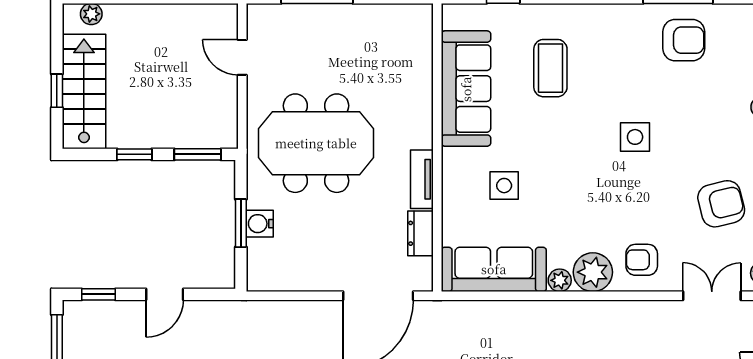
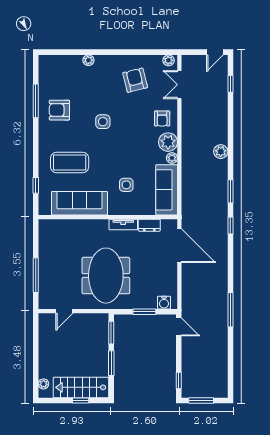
armchair: (684, 40) -> (59, 110), moved, turned -90
coffee table: (550, 68) -> (70, 162), width x1.36, depth x1.32
window: (134, 154) -> (111, 363), width x1.50
water cooler: (260, 224) -> (164, 303), moved
door: (165, 294) -> (179, 327), moved

